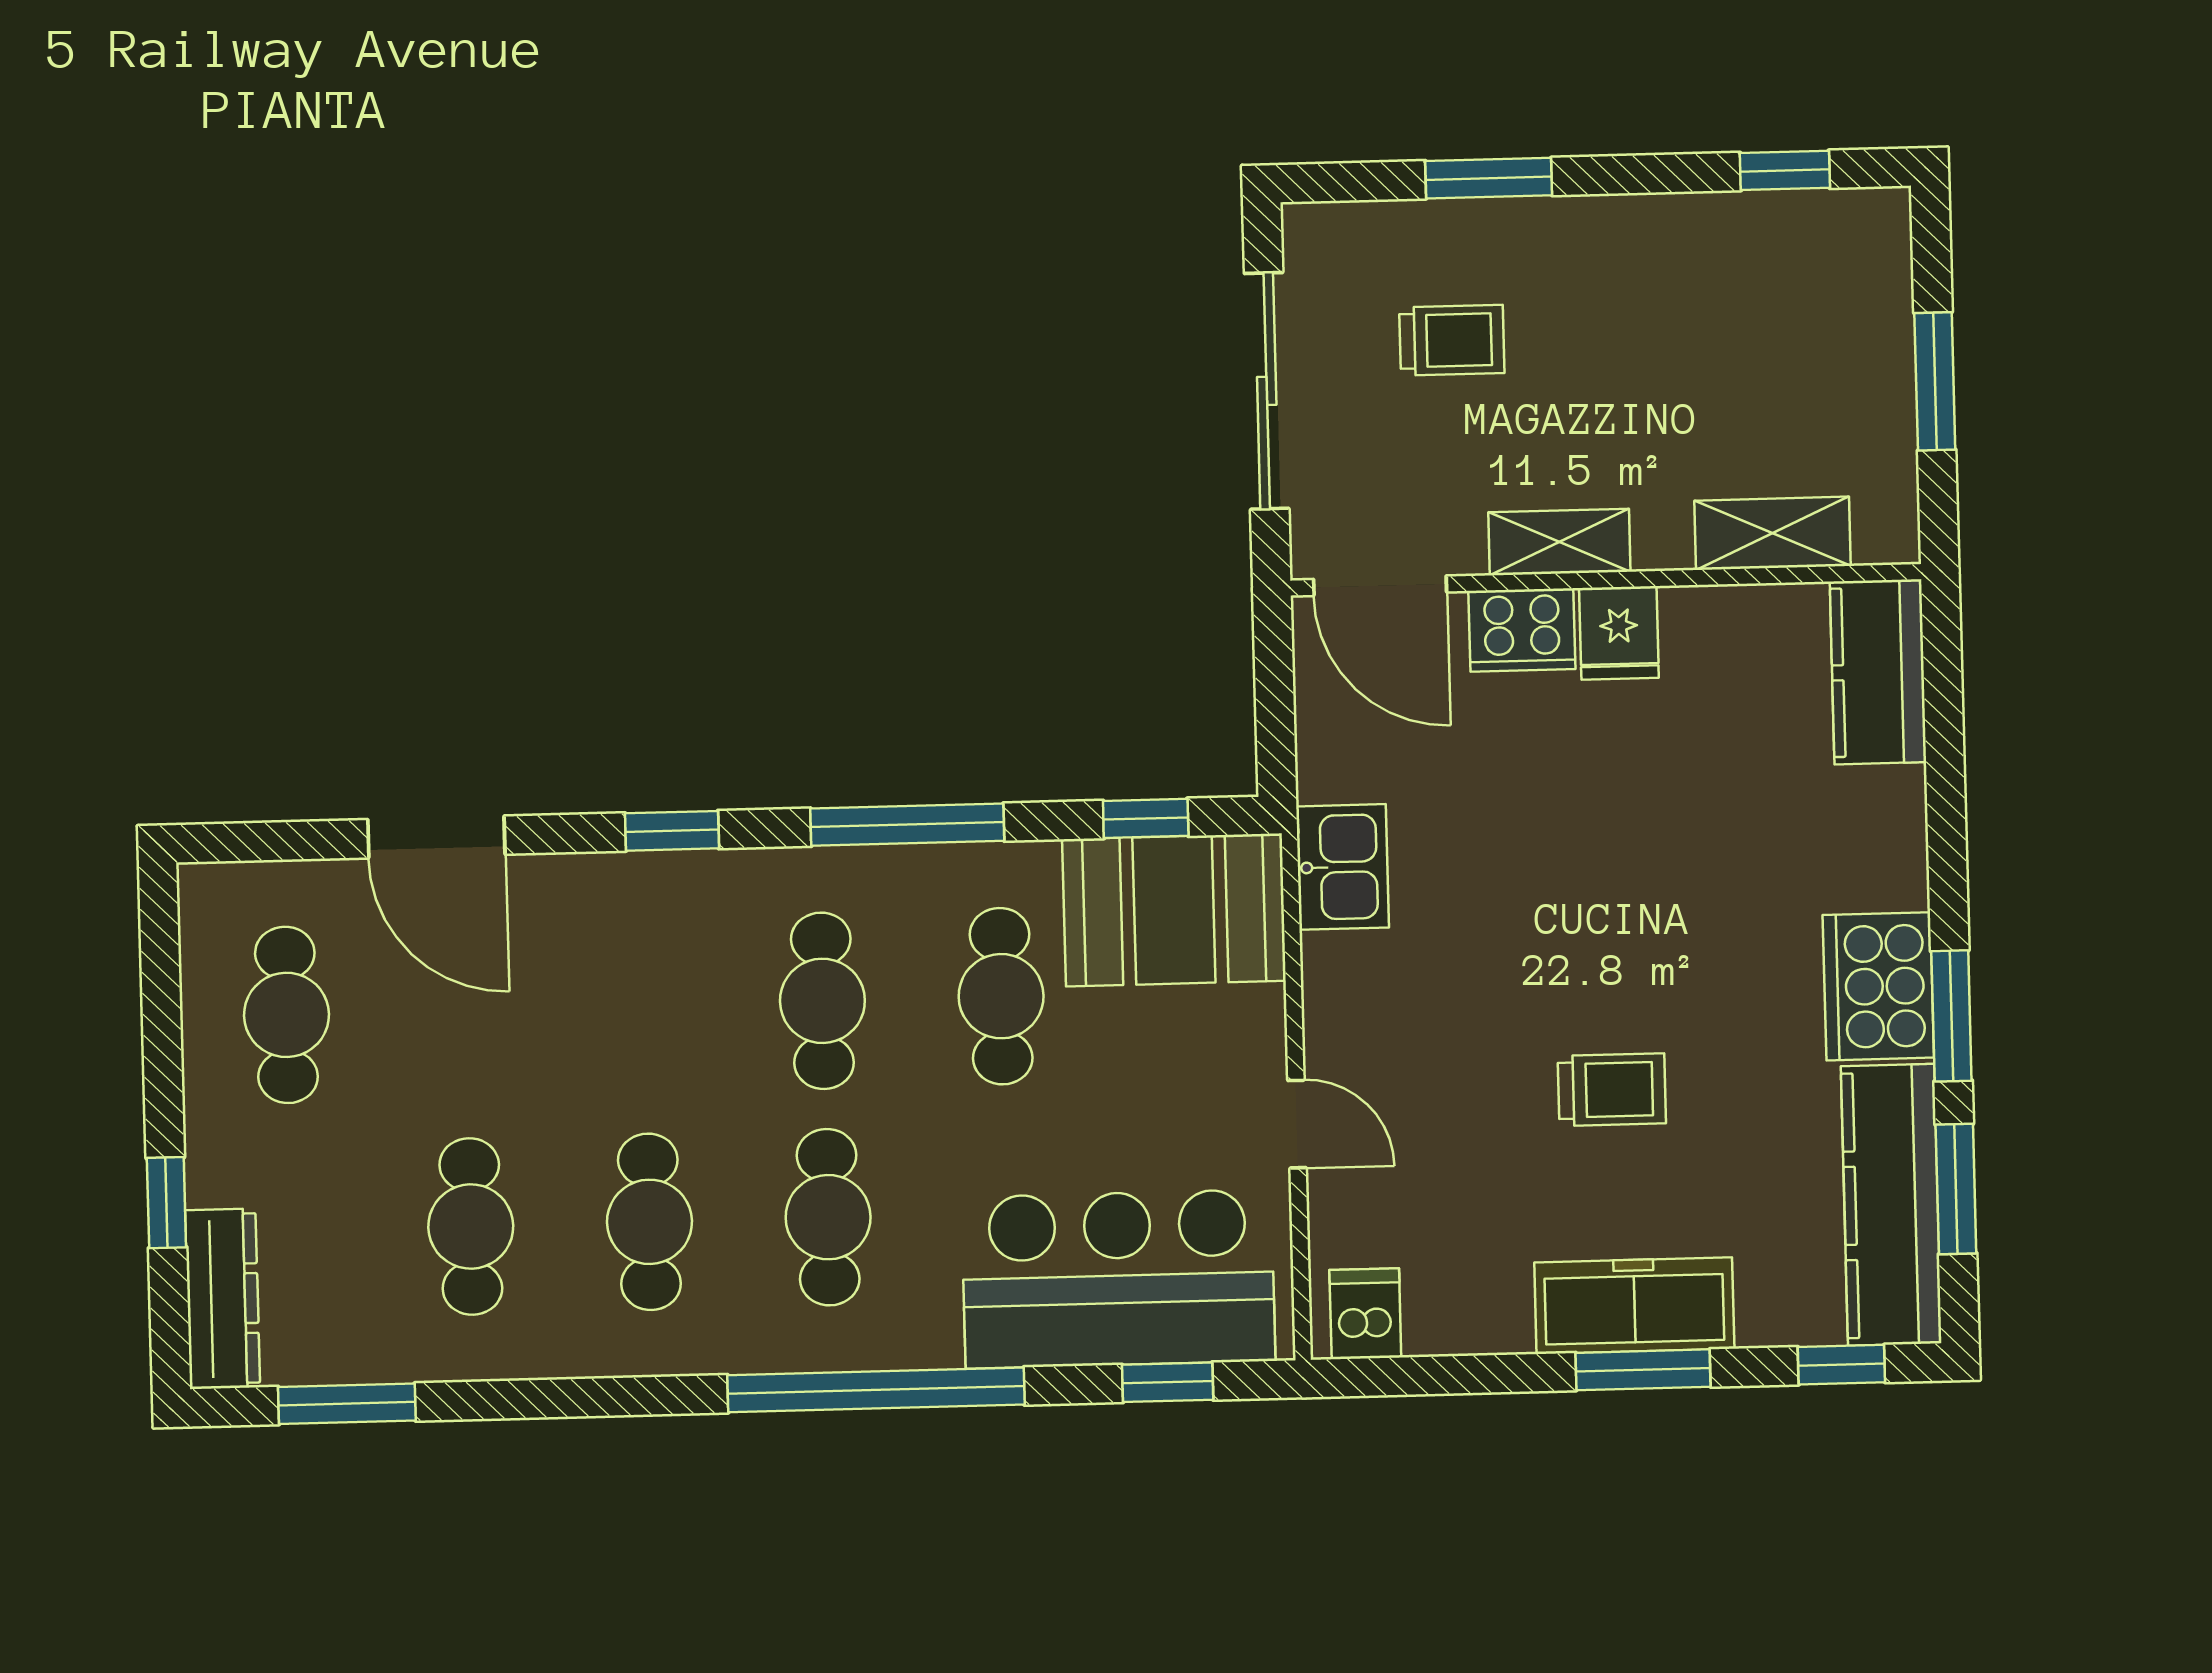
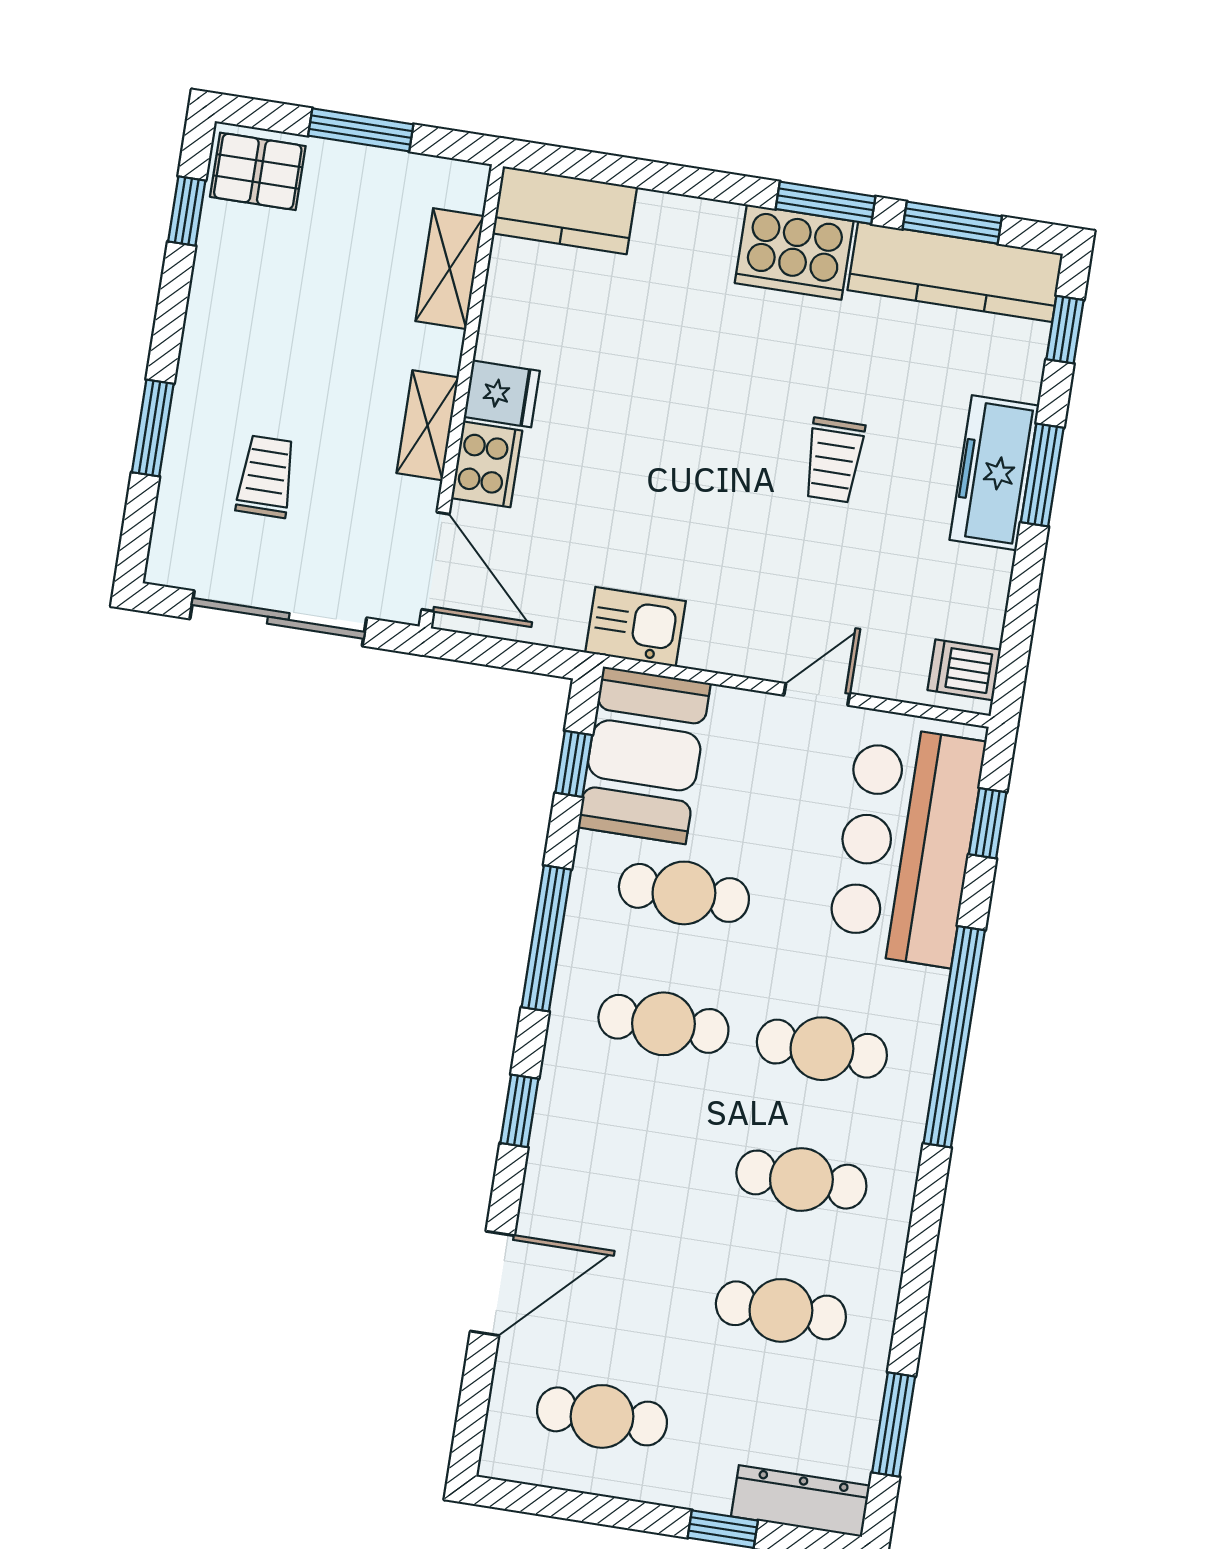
pallet: (1855, 255) -> (258, 171), added
door: (1380, 586) -> (435, 562), hinge flipped
trolley: (1612, 1090) -> (834, 460), turned 180

